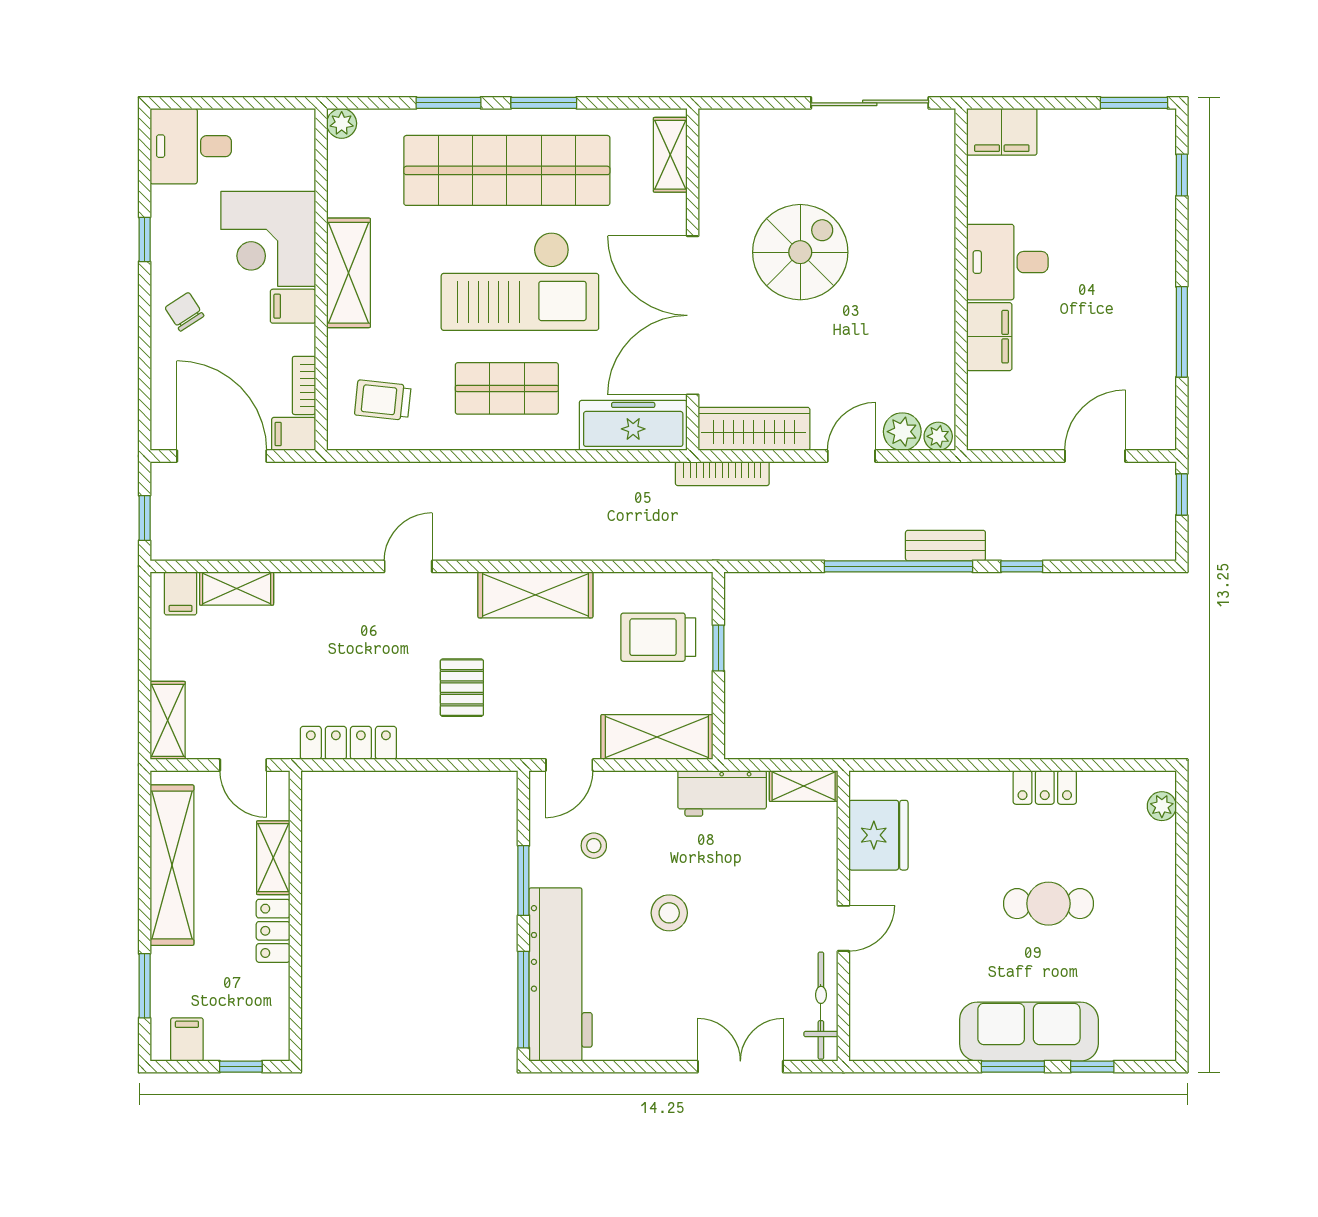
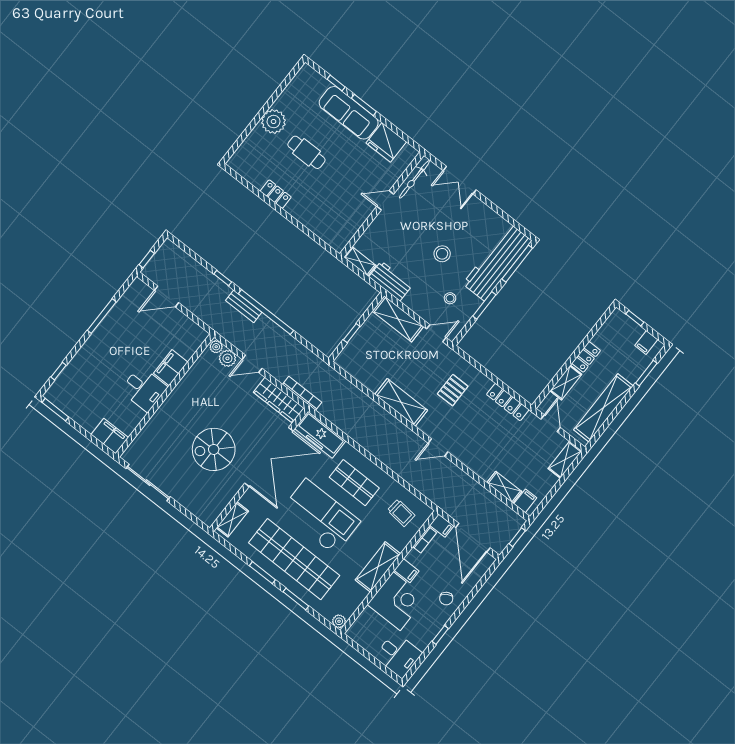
trolley: (658, 637) -> (370, 354), removed
plant: (1162, 806) -> (274, 122), moved, width x1.87, depth x1.87
fridge: (878, 835) -> (386, 142), moved, turned -90

